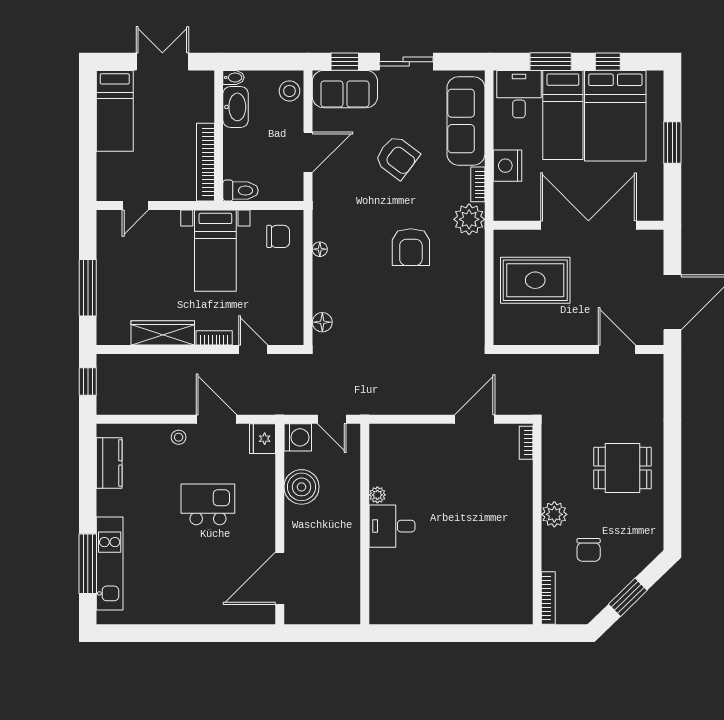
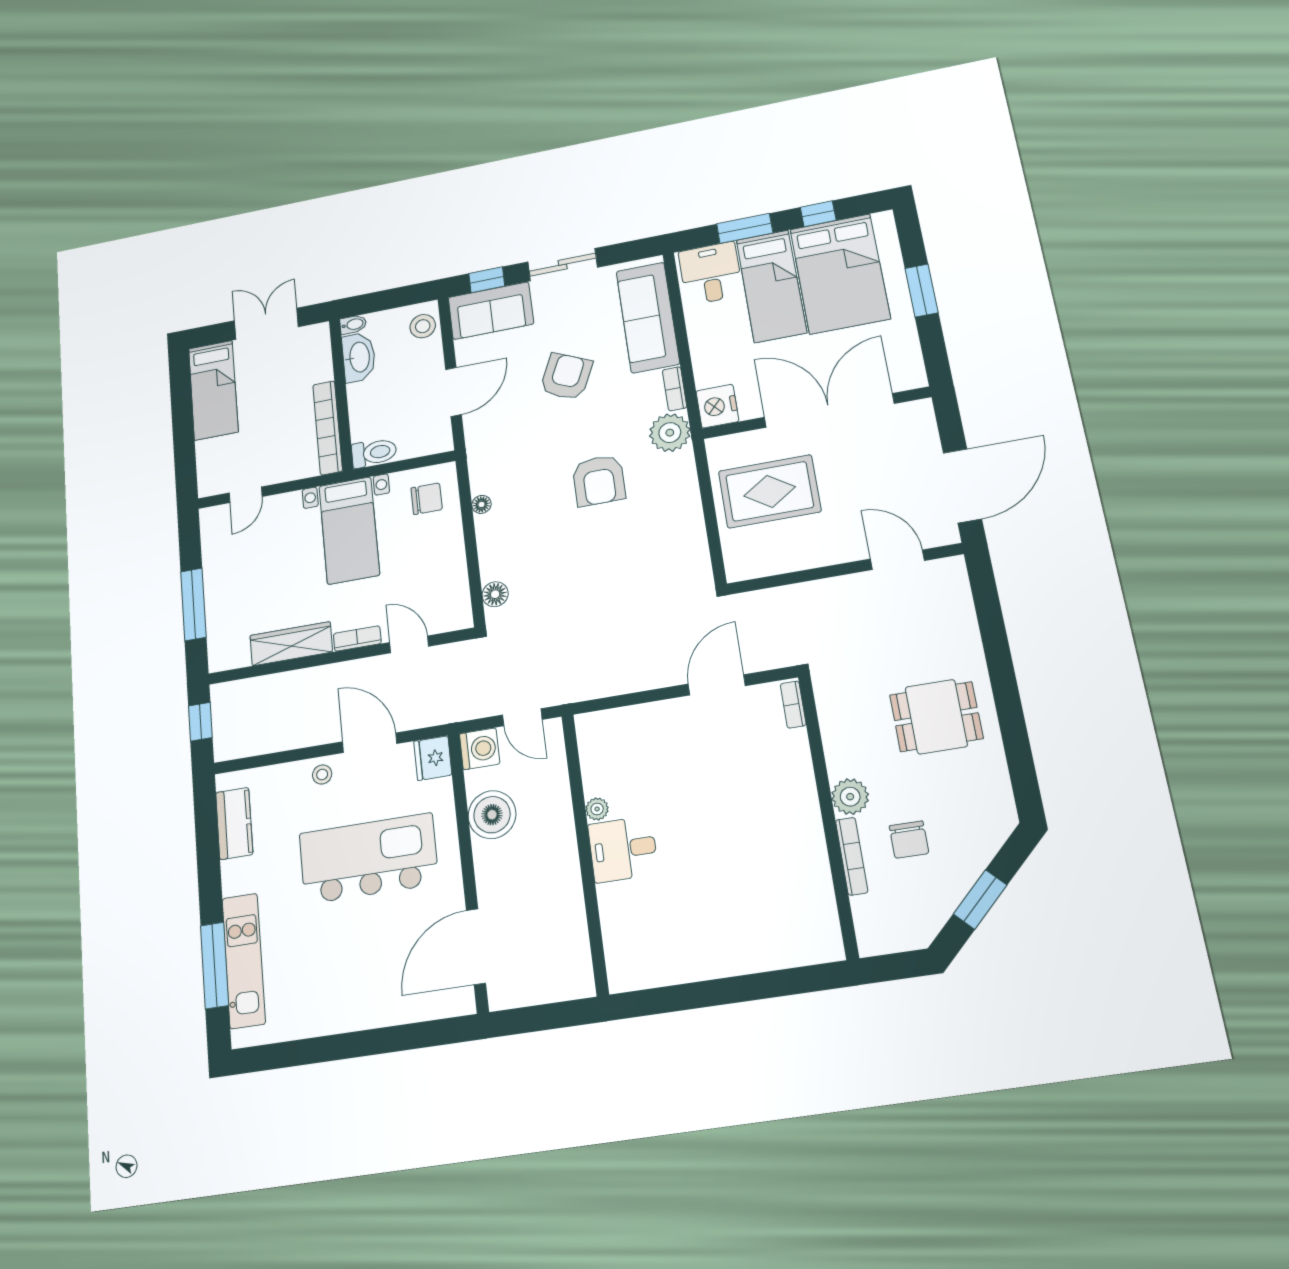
armchair: (397, 157) -> (566, 377), turned -103
nightstand: (508, 166) -> (717, 406), moved
kitchen island: (208, 504) -> (369, 858), width x1.87, depth x1.28
bookcase: (548, 598) -> (852, 856), moved

